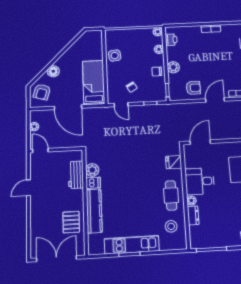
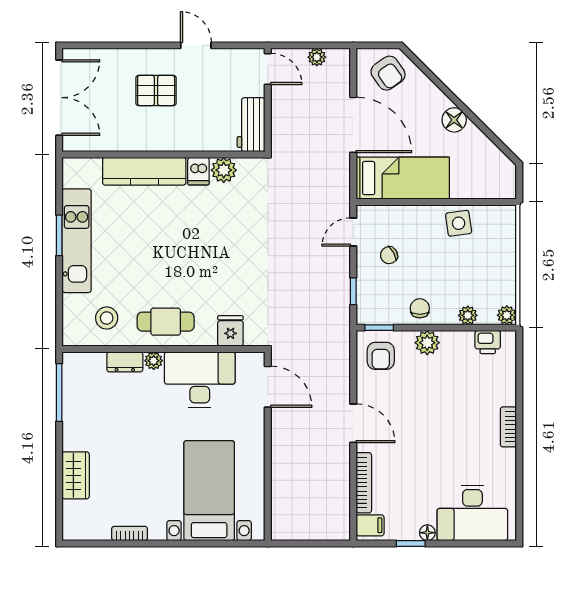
floor lamp: (53, 71) -> (454, 120), moved
armchair: (193, 88) -> (381, 356), moved
armchair: (42, 92) -> (388, 73), turned -141
door: (68, 107) -> (353, 125), swing flipped
door: (40, 151) -> (268, 69), hinge flipped
workbench: (76, 175) -> (251, 125), moved, turned -90
desk: (200, 181) -> (200, 380), width x1.37
pallet: (71, 222) -> (156, 90), moved

